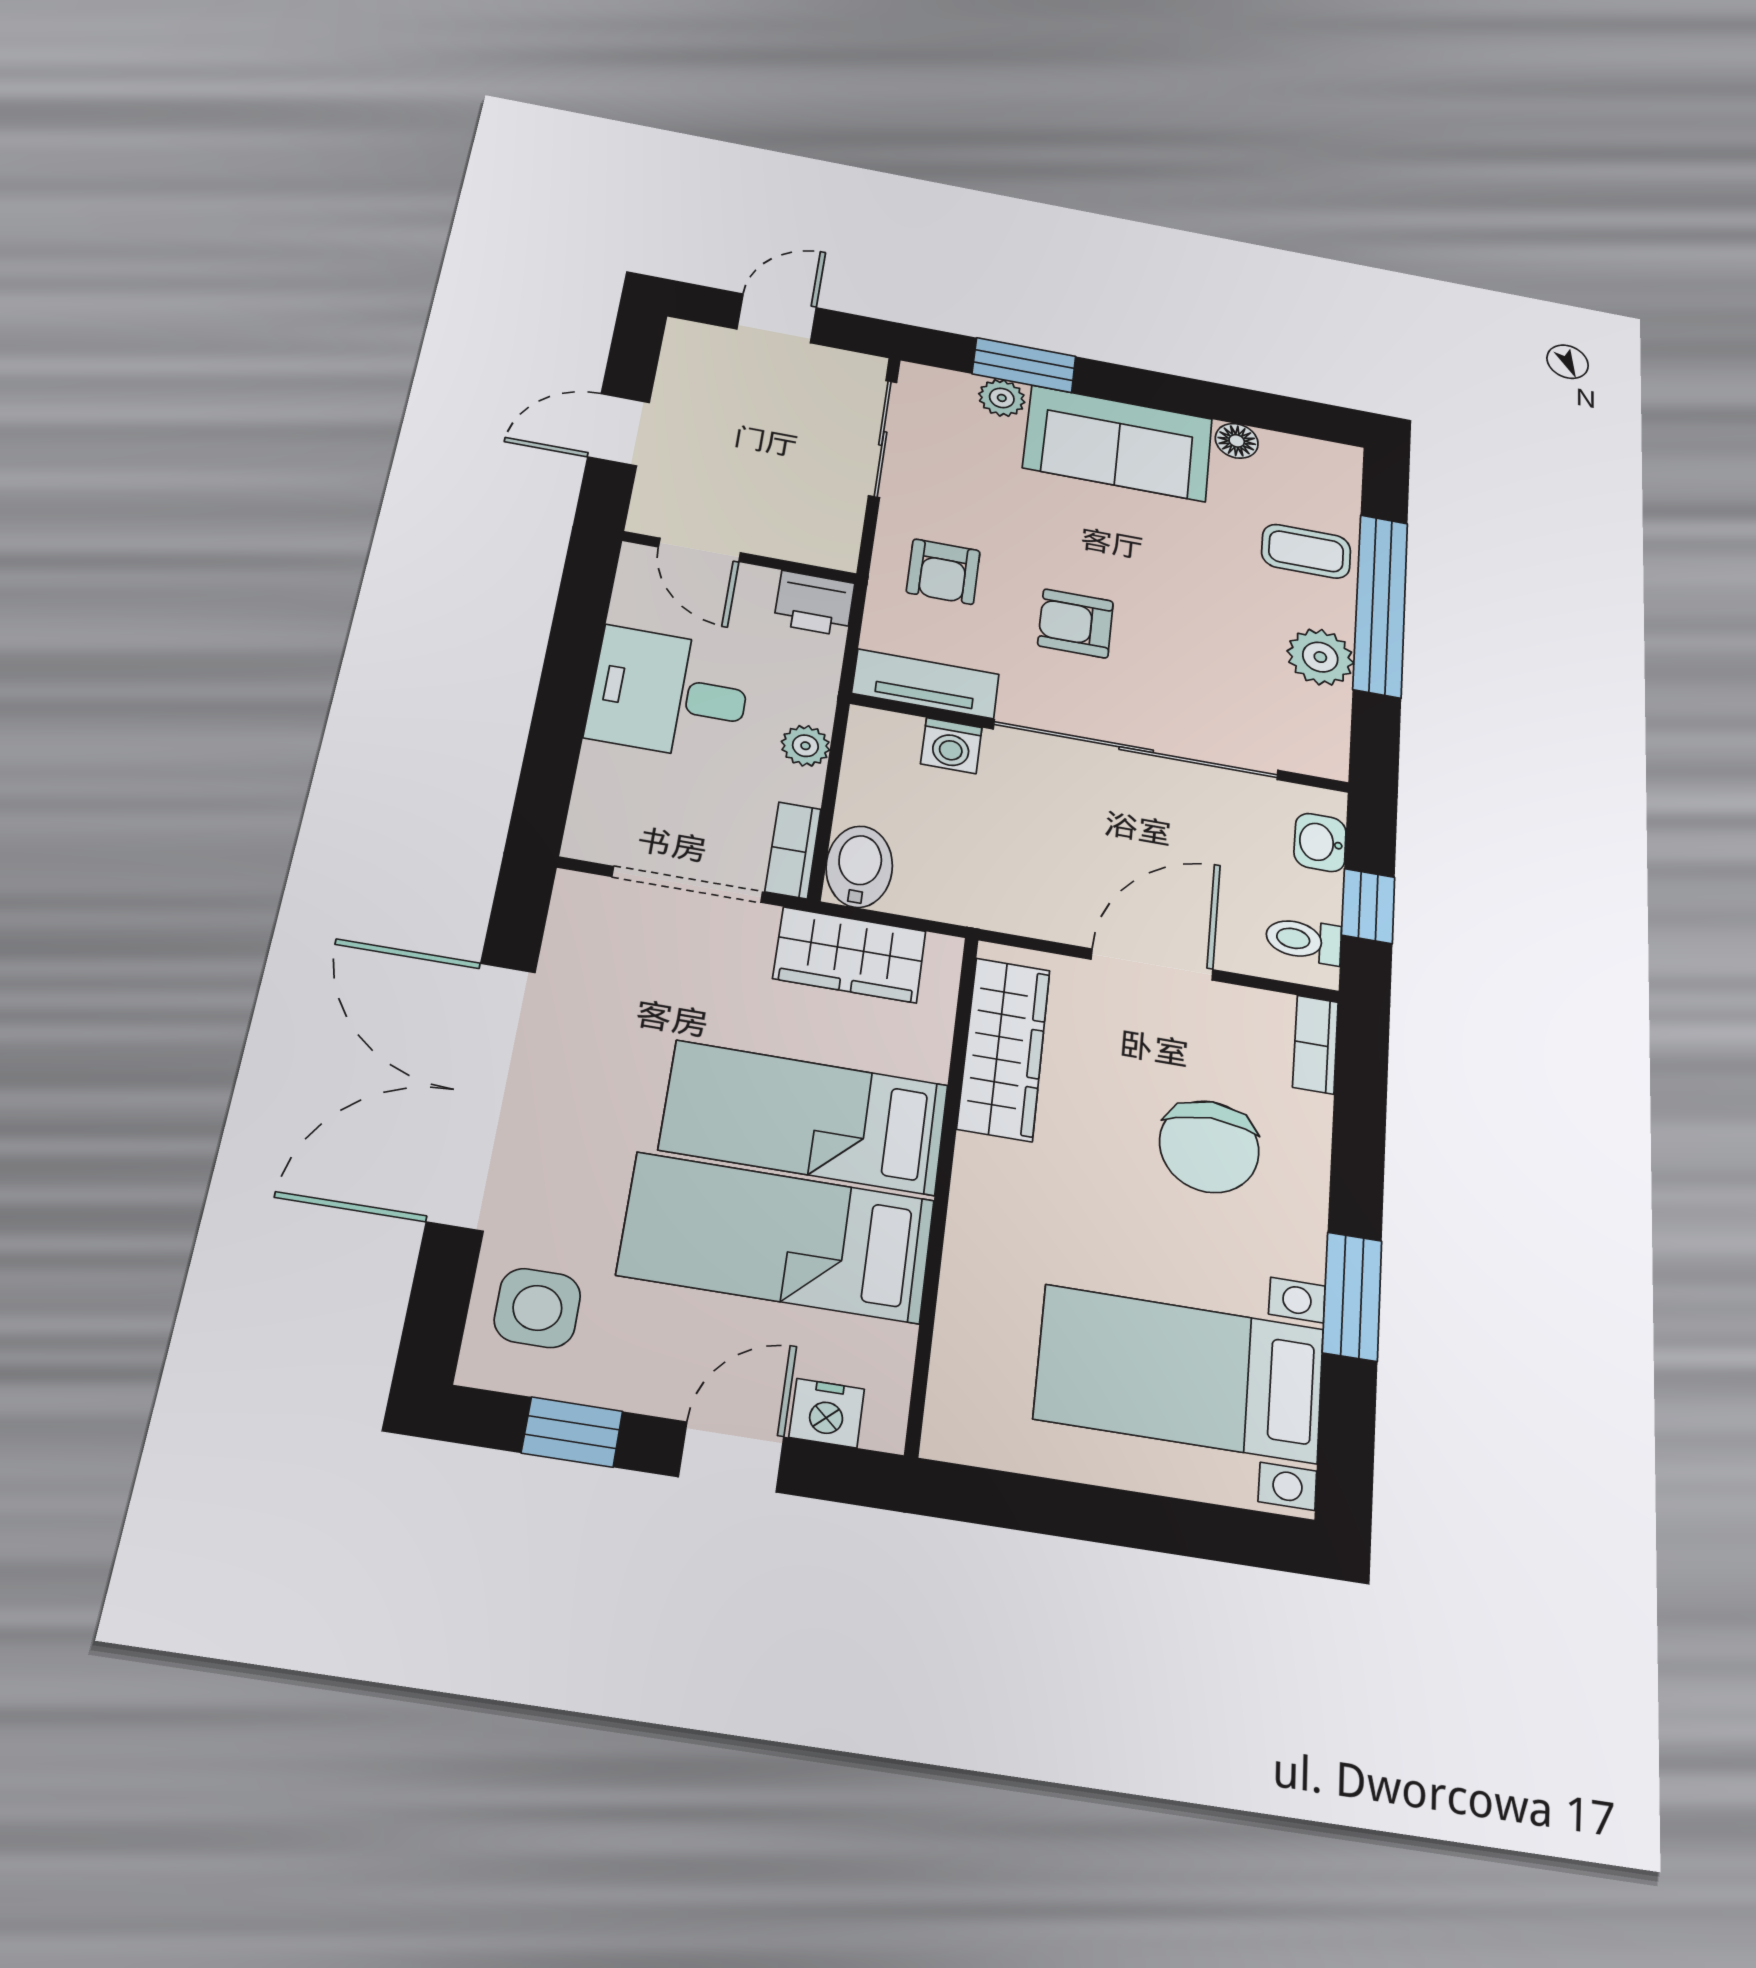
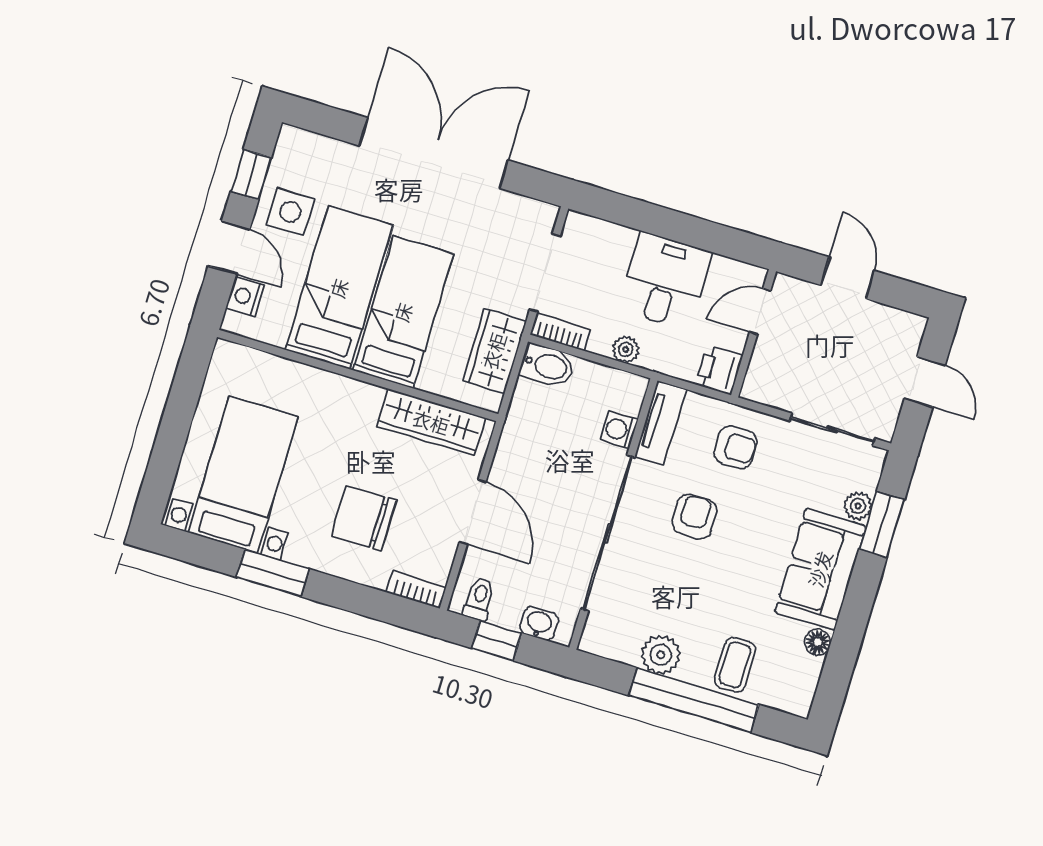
armchair: (943, 572) -> (736, 447), turned 180
side table: (537, 1308) -> (290, 212), moved

